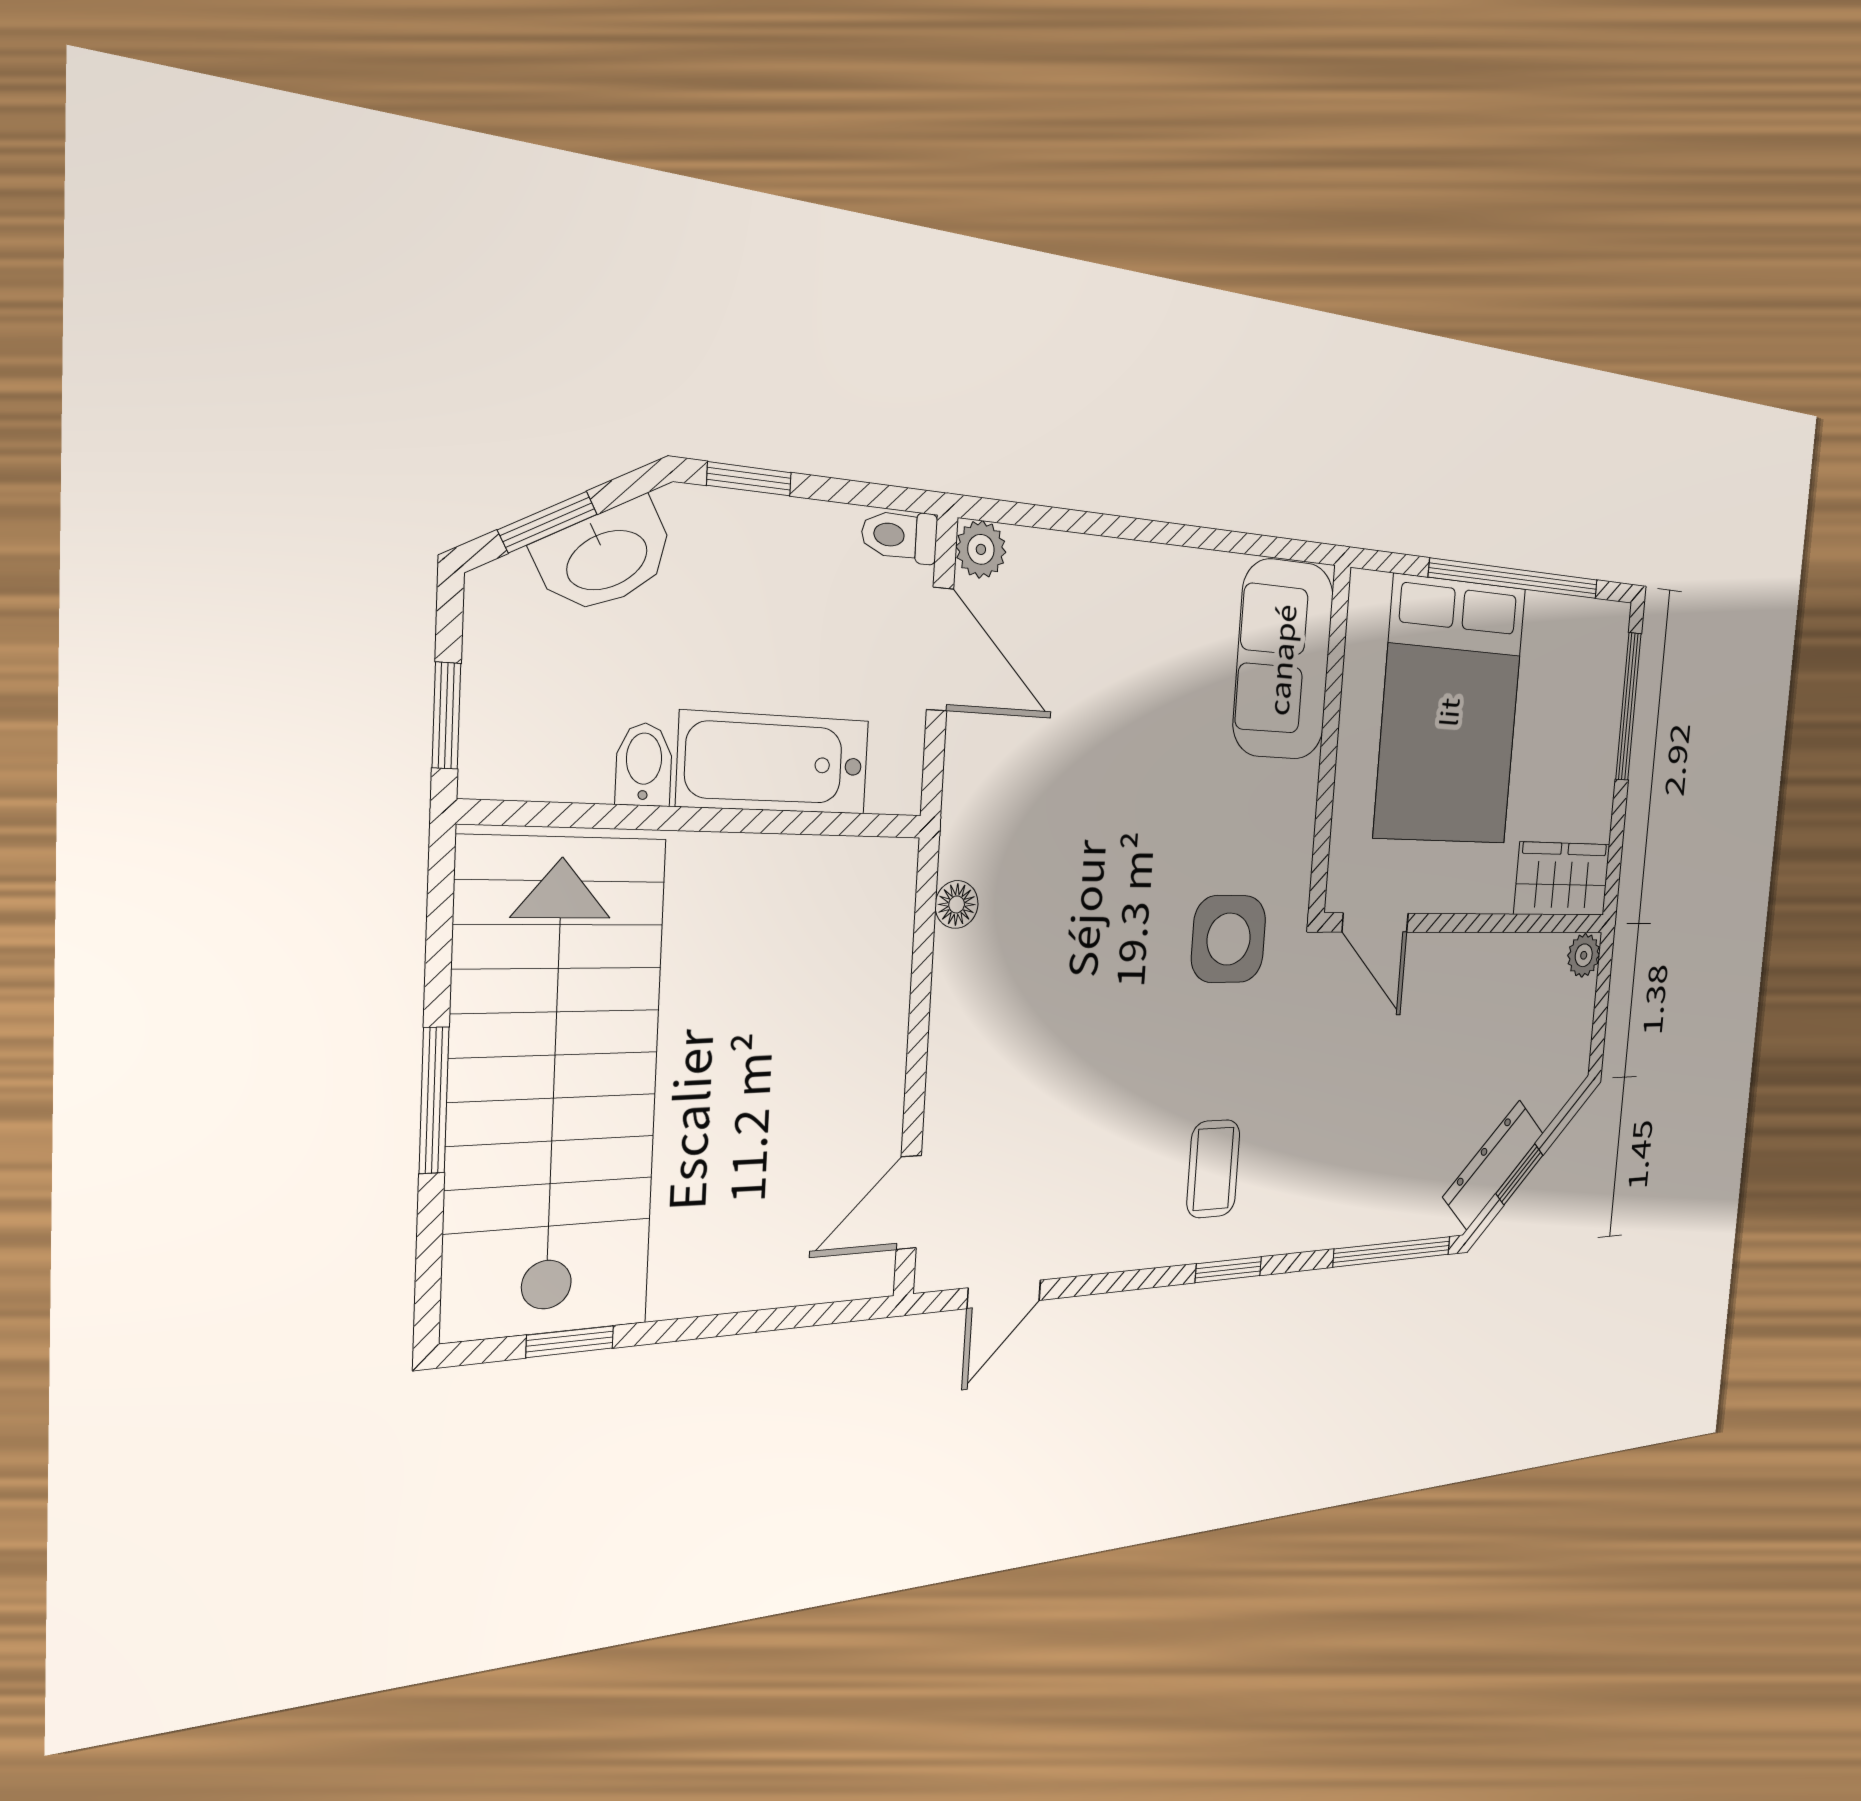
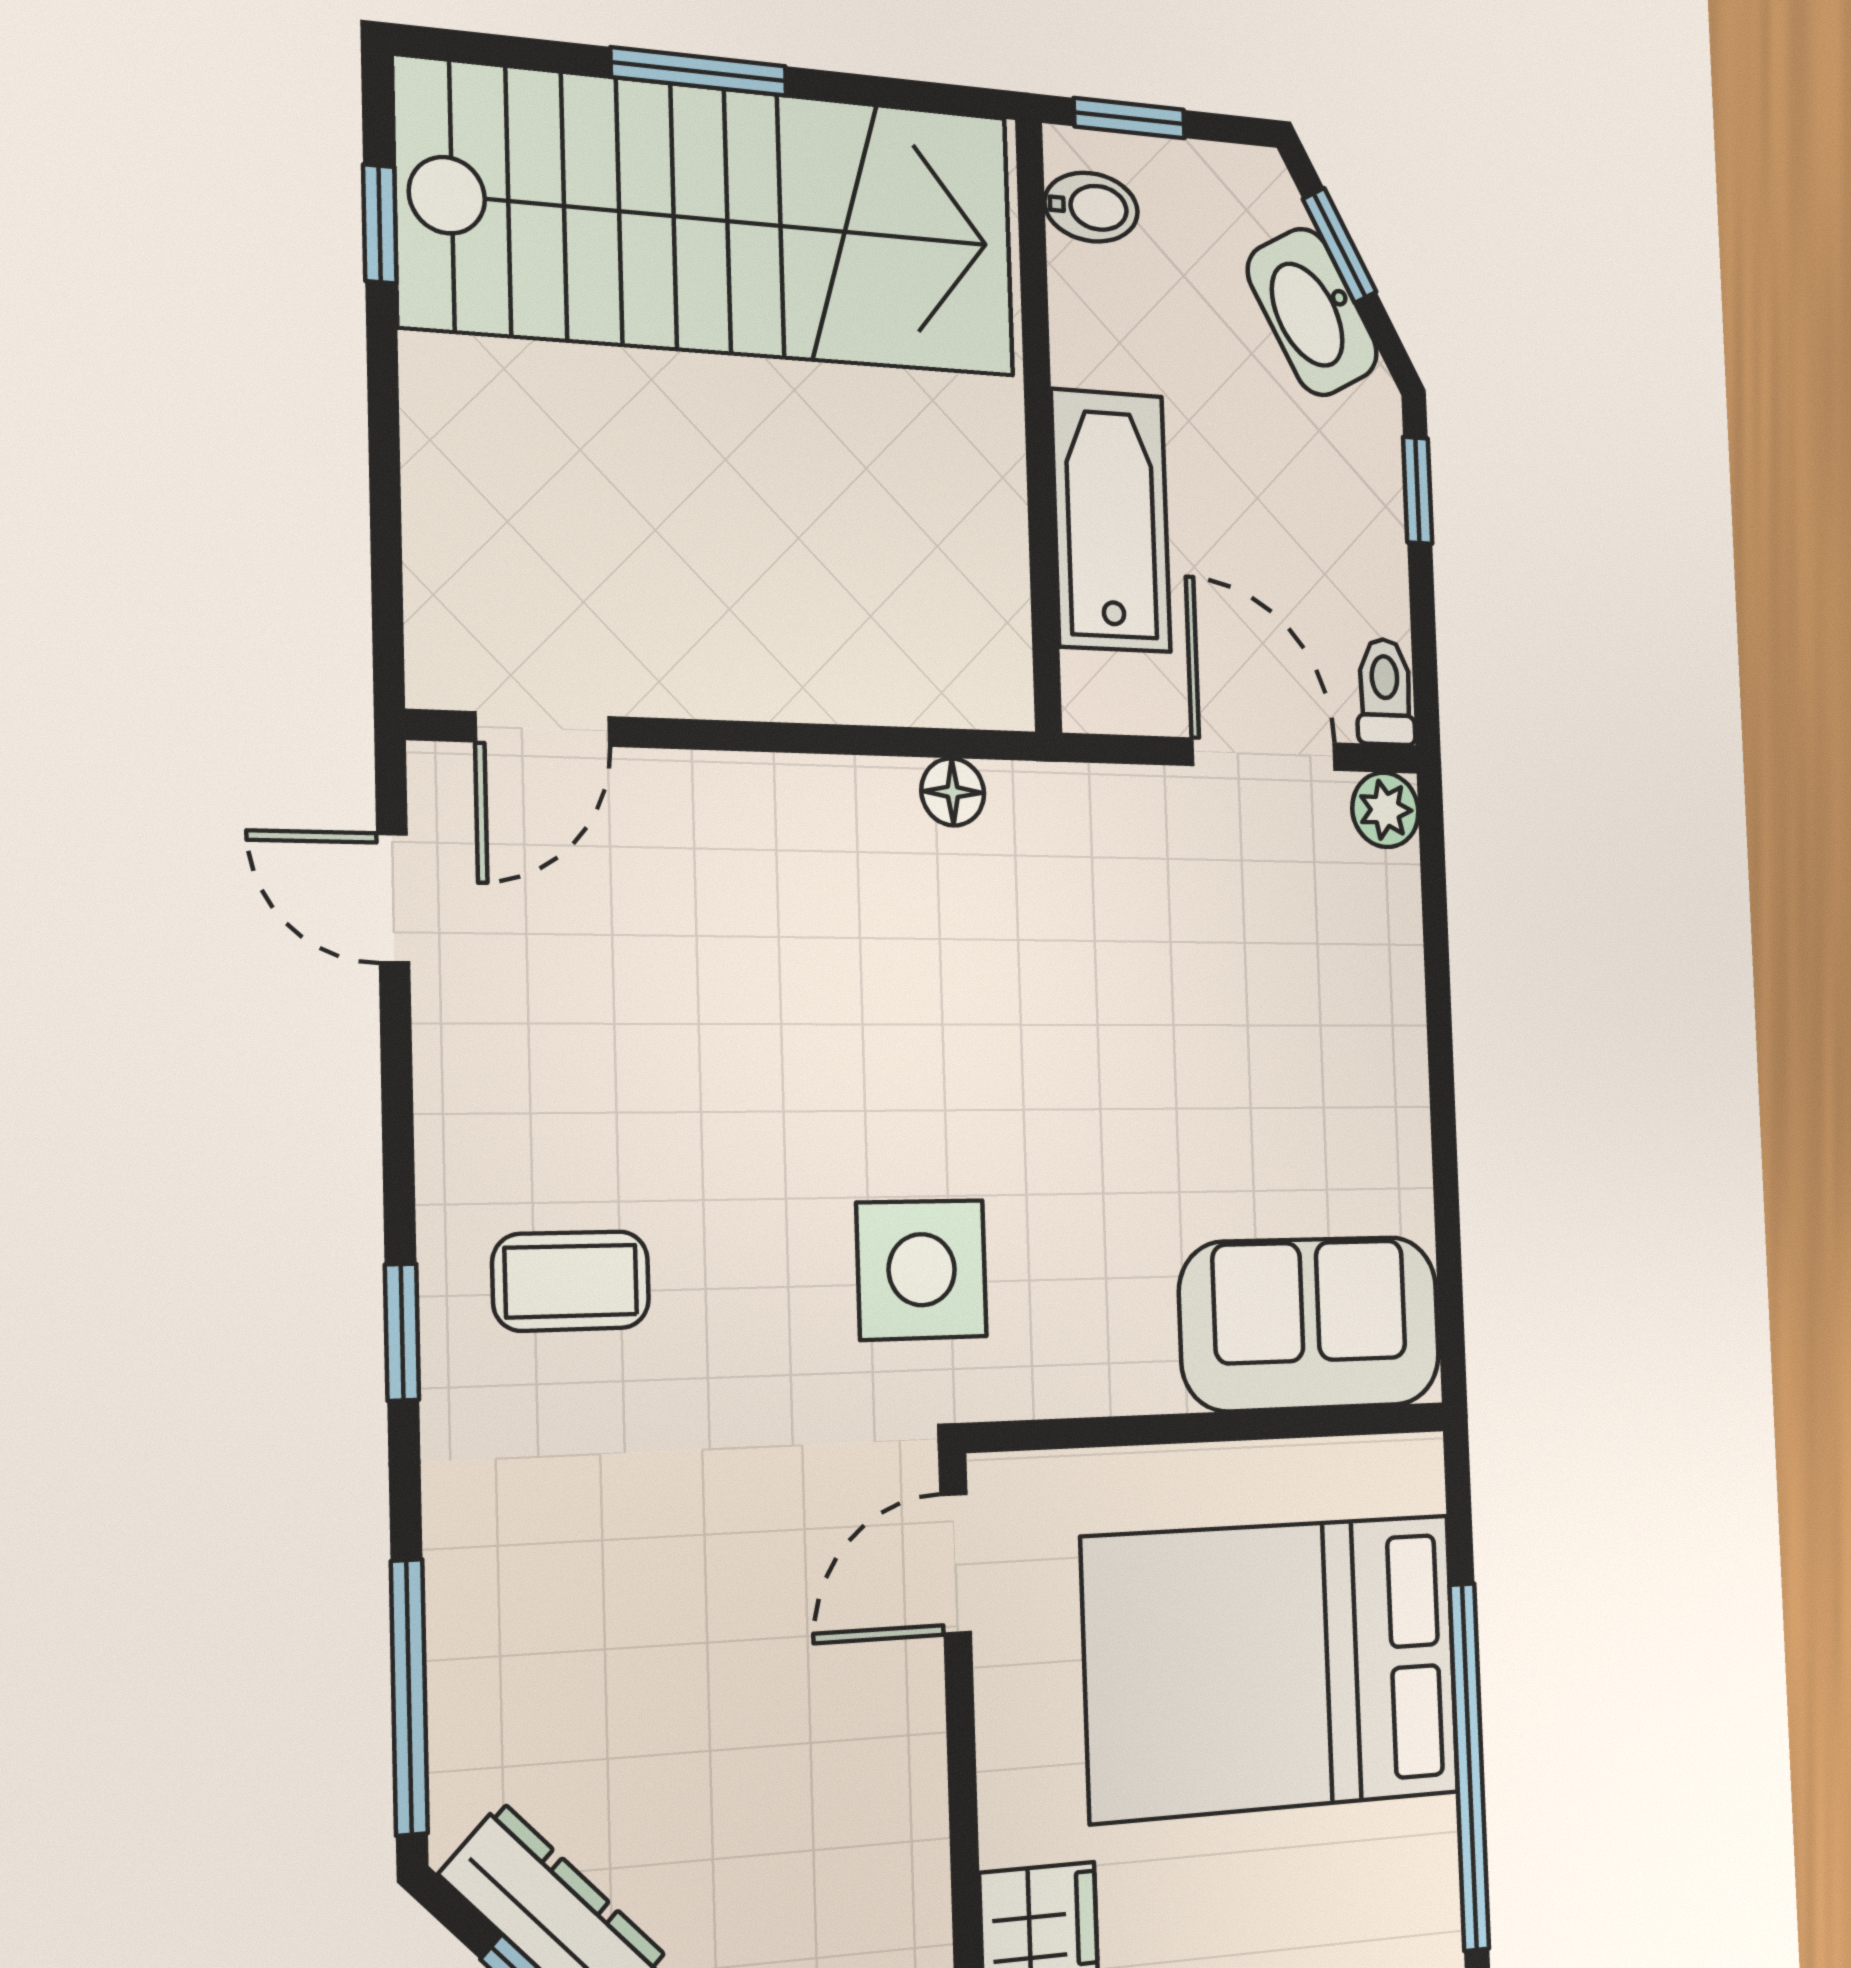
door: (940, 649) -> (1264, 754), swing flipped
bidet: (644, 764) -> (1091, 207), moved
door: (909, 1202) -> (543, 729), swing flipped

